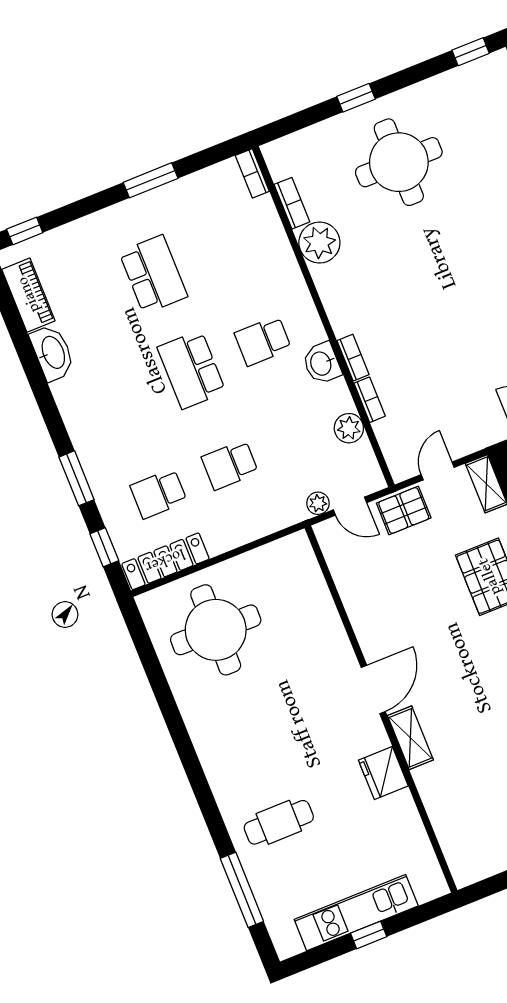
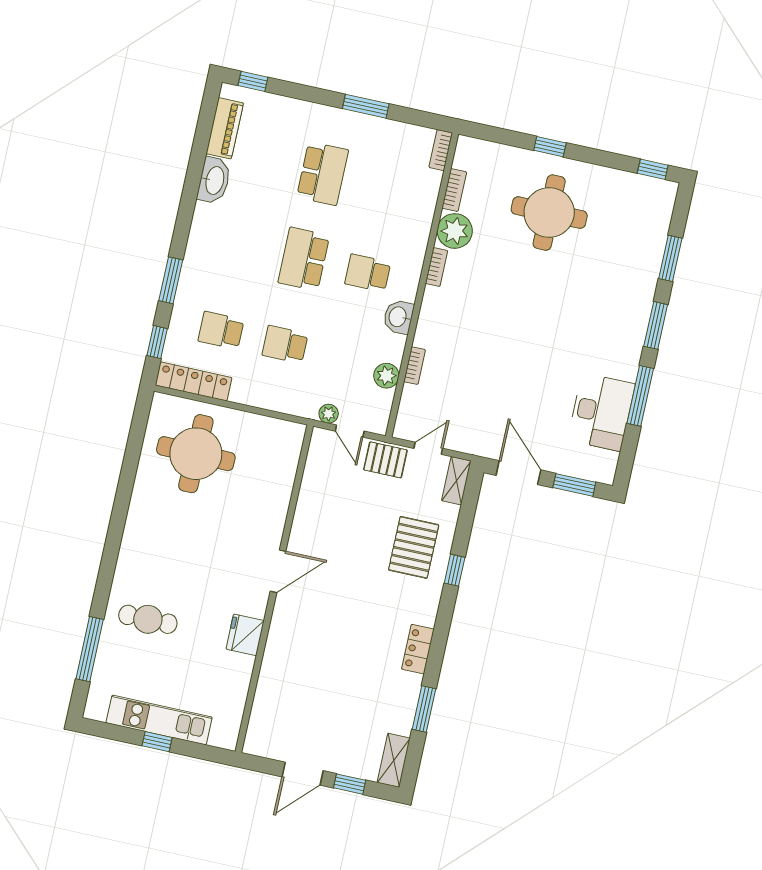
bookcase: (353, 358) -> (437, 267), moved
shelving: (410, 738) -> (281, 623), removed

